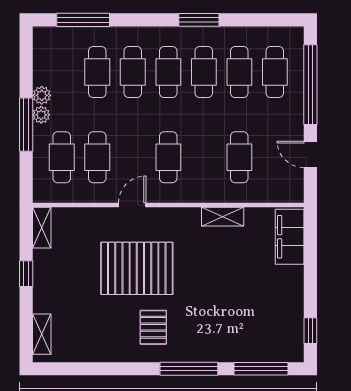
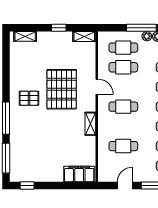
shelving: (223, 217) -> (90, 124), moved

